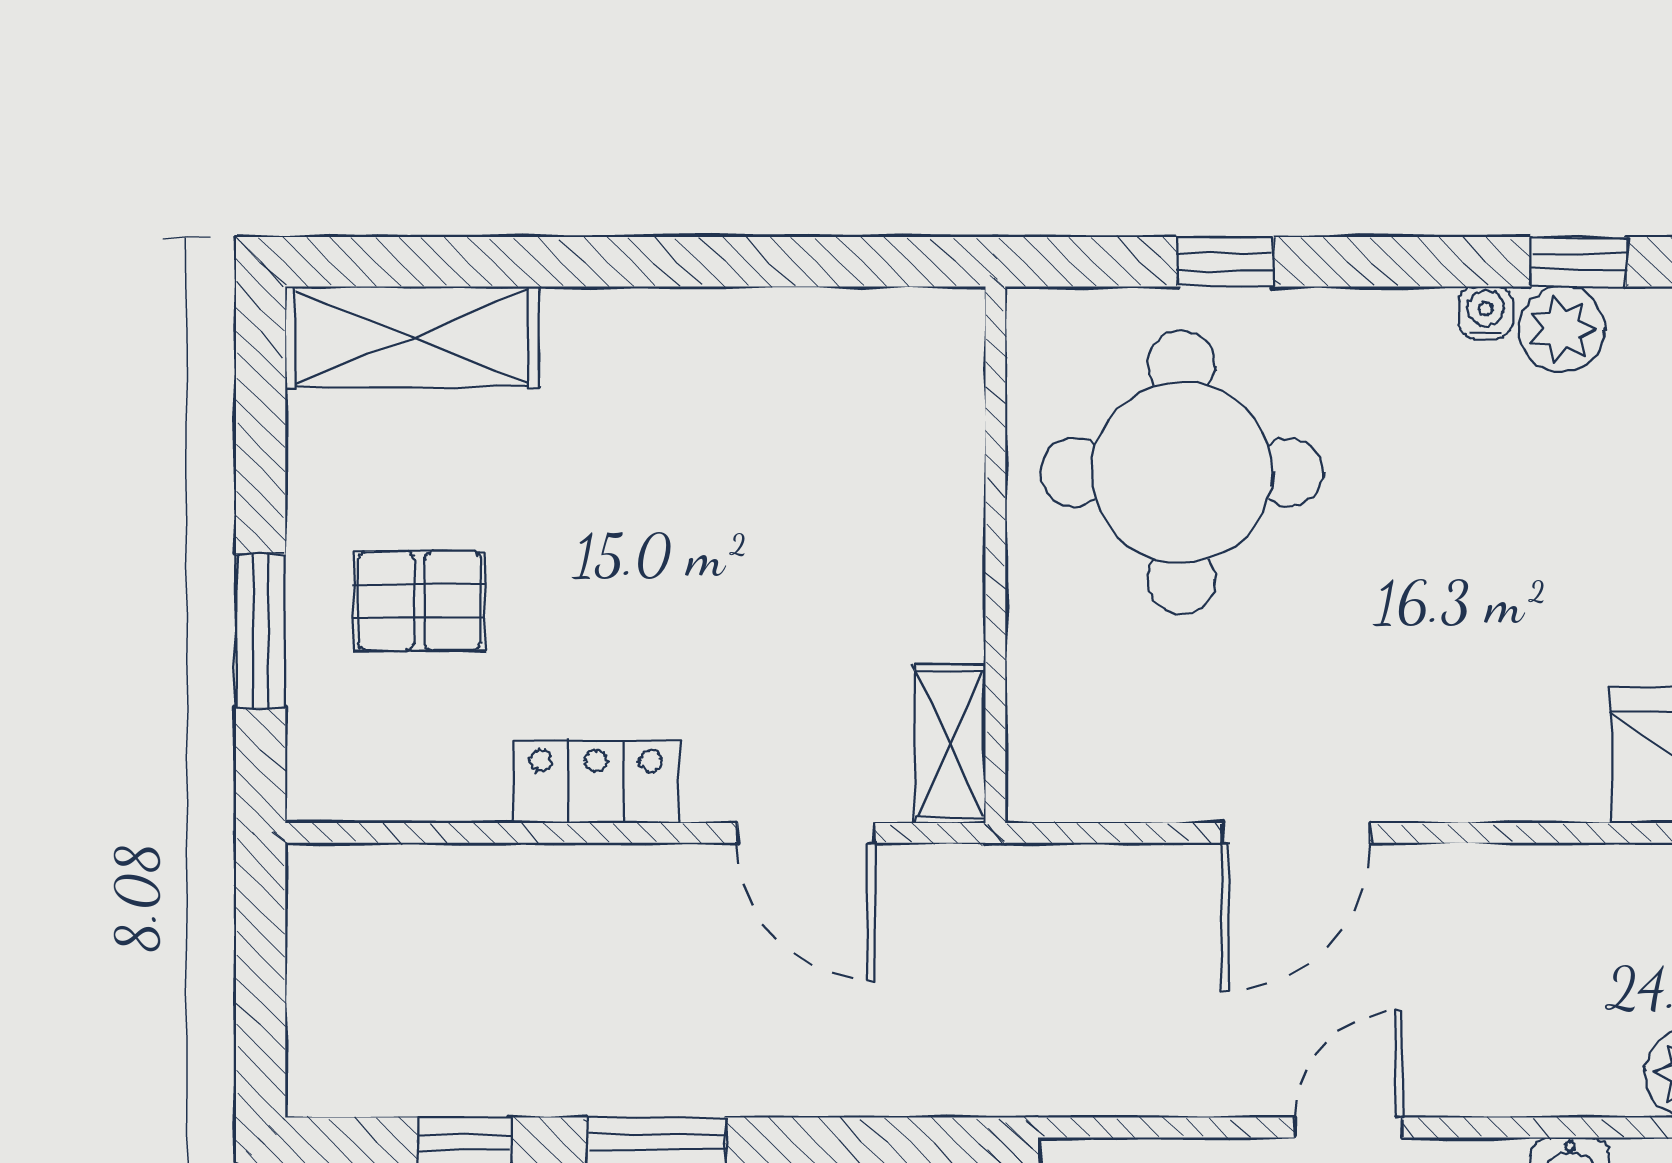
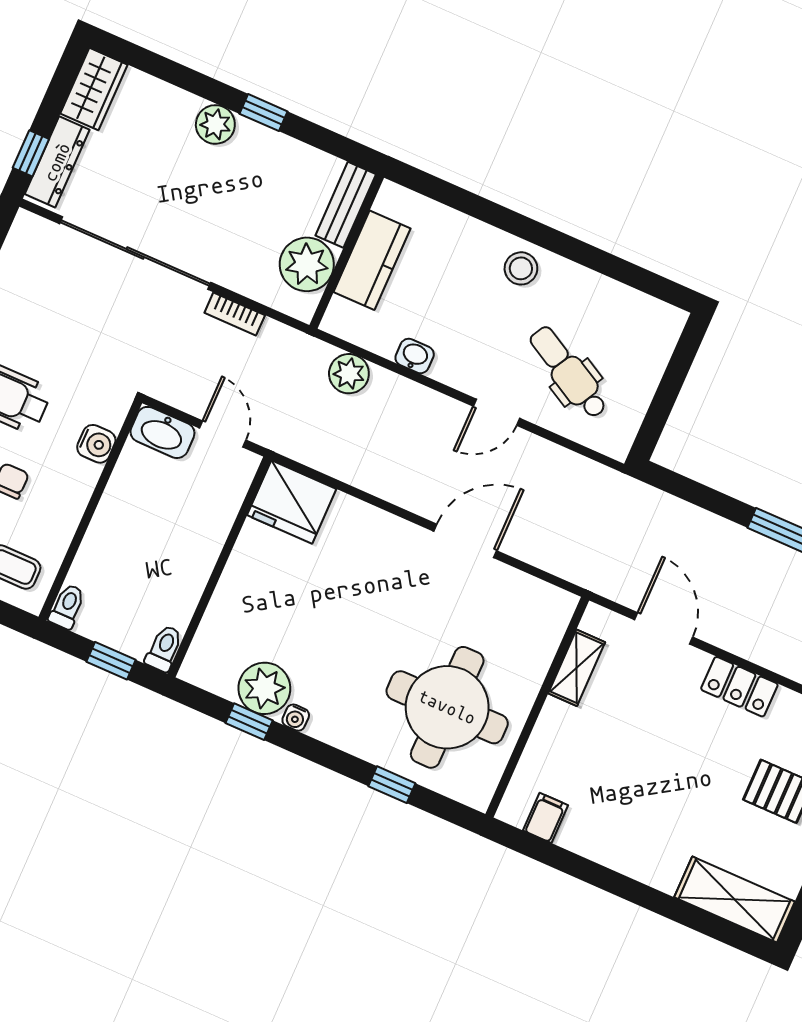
plant: (1561, 329) -> (264, 688), width x1.36, depth x1.36
filing cabinet: (878, 333) -> (545, 818), added
shelving: (950, 744) -> (577, 668), moved

